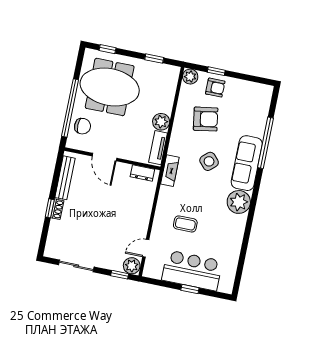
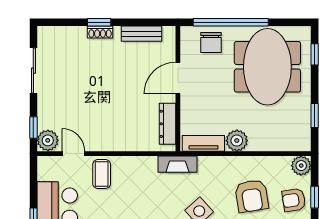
armchair: (215, 88) -> (294, 200), turned 81
dresser: (142, 173) -> (168, 124), width x1.44
bench: (65, 178) -> (142, 34), width x0.73
coffee table: (185, 224) -> (102, 174), moved

